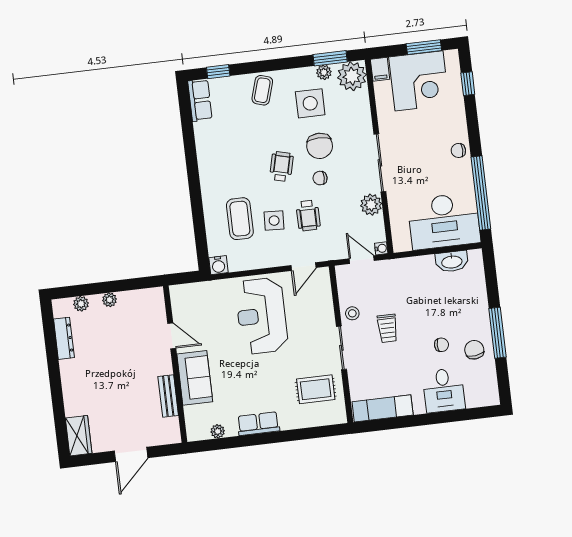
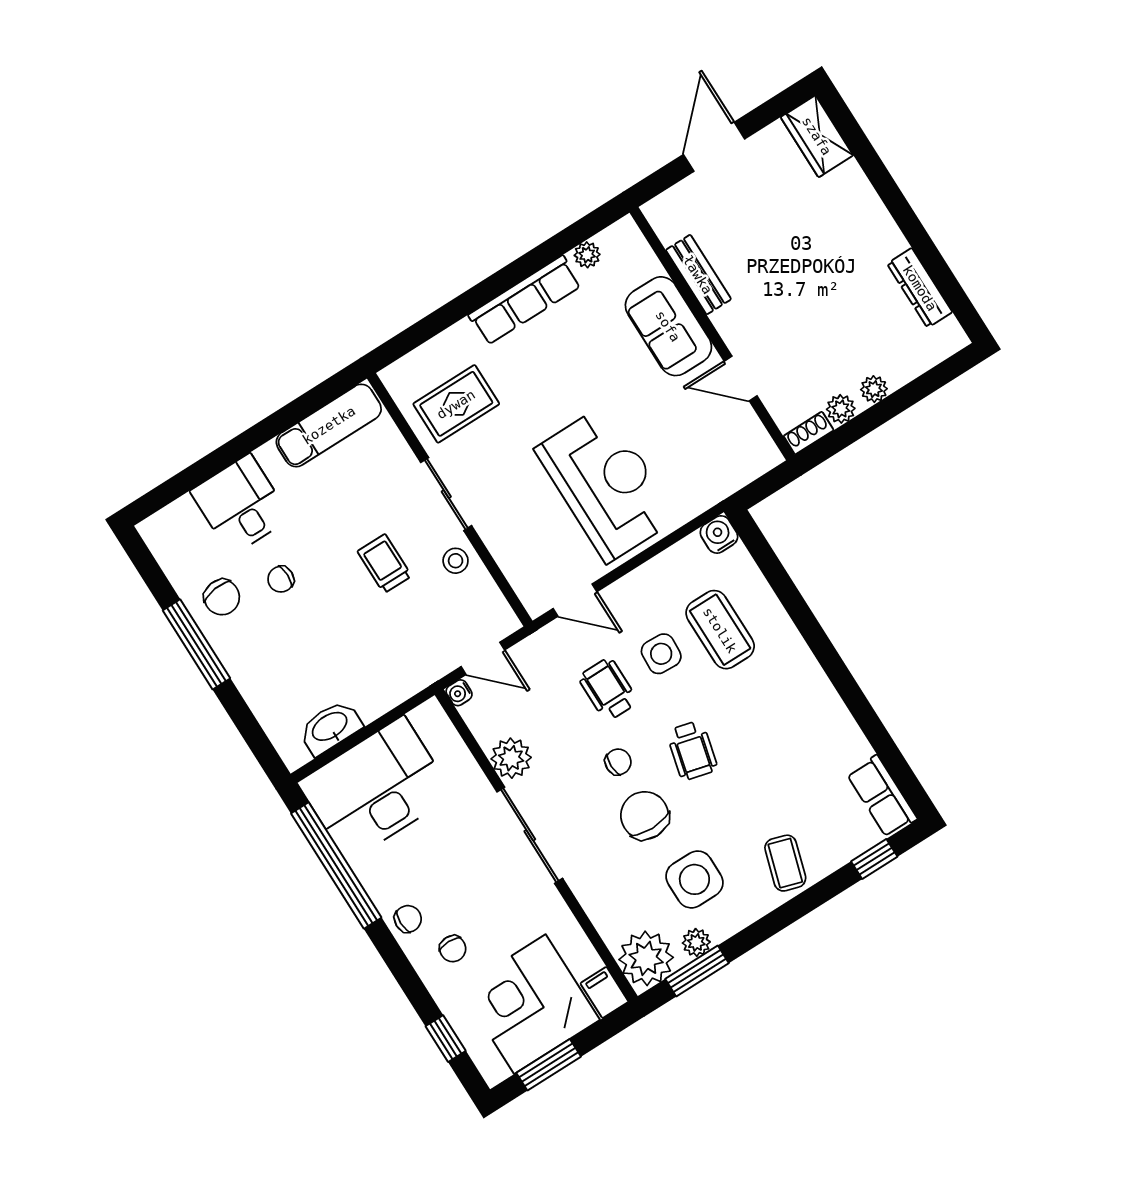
chair: (444, 126) -> (453, 949), added
door: (303, 267) -> (575, 600), swing flipped
shoe rack: (151, 294) -> (809, 433), added
plant: (81, 304) -> (841, 409), moved
row of seats: (258, 424) -> (525, 300), width x1.48

